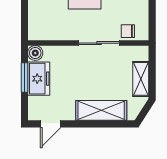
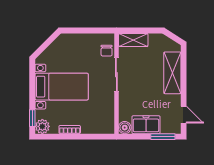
window: (24, 77) -> (163, 137), moved
shelving: (141, 79) -> (133, 40), moved

